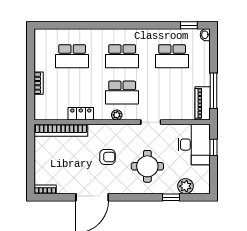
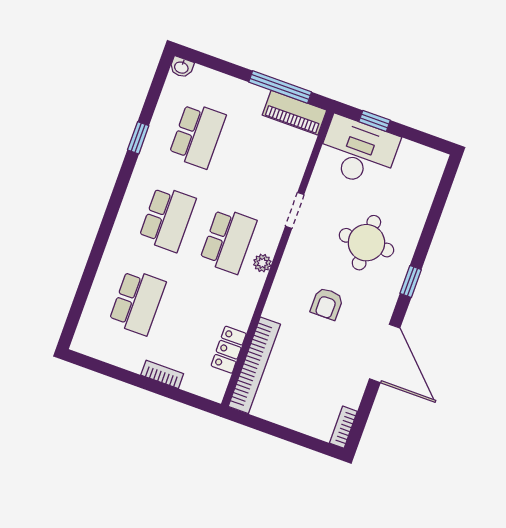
window: (189, 25) -> (138, 138), moved
locker: (81, 114) -> (229, 350), moved
armchair: (107, 157) -> (327, 304), turned 180
plant: (185, 186) -> (422, 191), removed
window: (171, 197) -> (411, 282), moved

